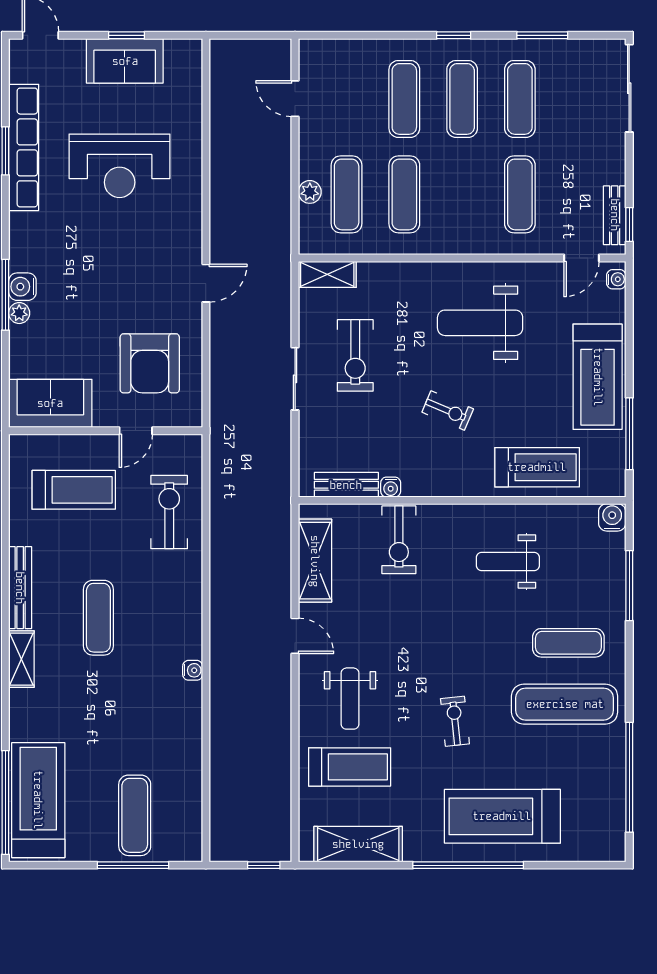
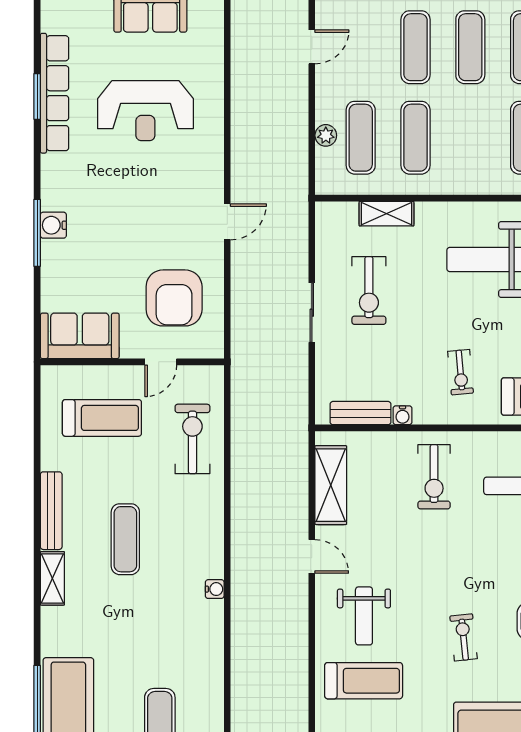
door: (295, 99) -> (312, 47), swing flipped
shelving: (327, 274) -> (386, 214), moved
plant: (19, 313) -> (50, 250), removed
exercise bike: (448, 411) -> (461, 372), moved, turned 62
exercise bike: (399, 540) -> (434, 477), moved

